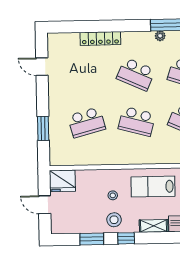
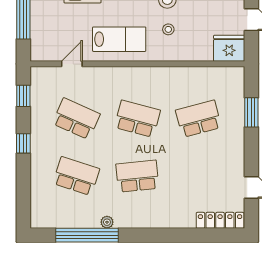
locker: (100, 38) -> (220, 220), moved
school desk: (136, 74) -> (137, 176), turned -30

